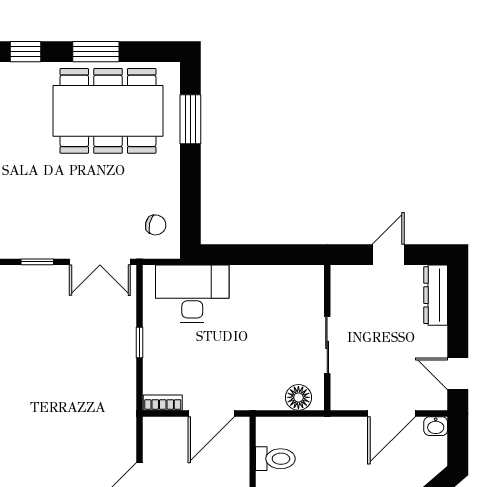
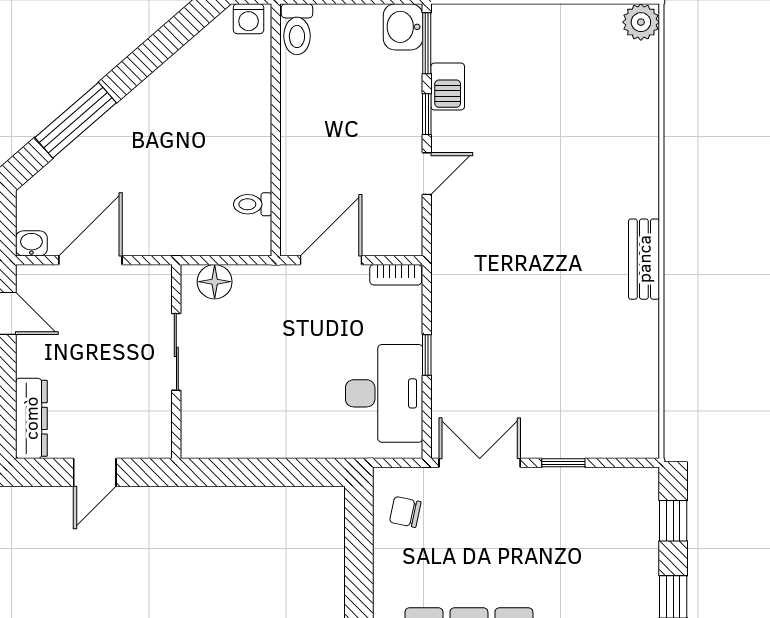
desk: (192, 294) -> (384, 393), moved, turned -90
toilet: (275, 459) -> (253, 204), width x0.73, depth x0.72

